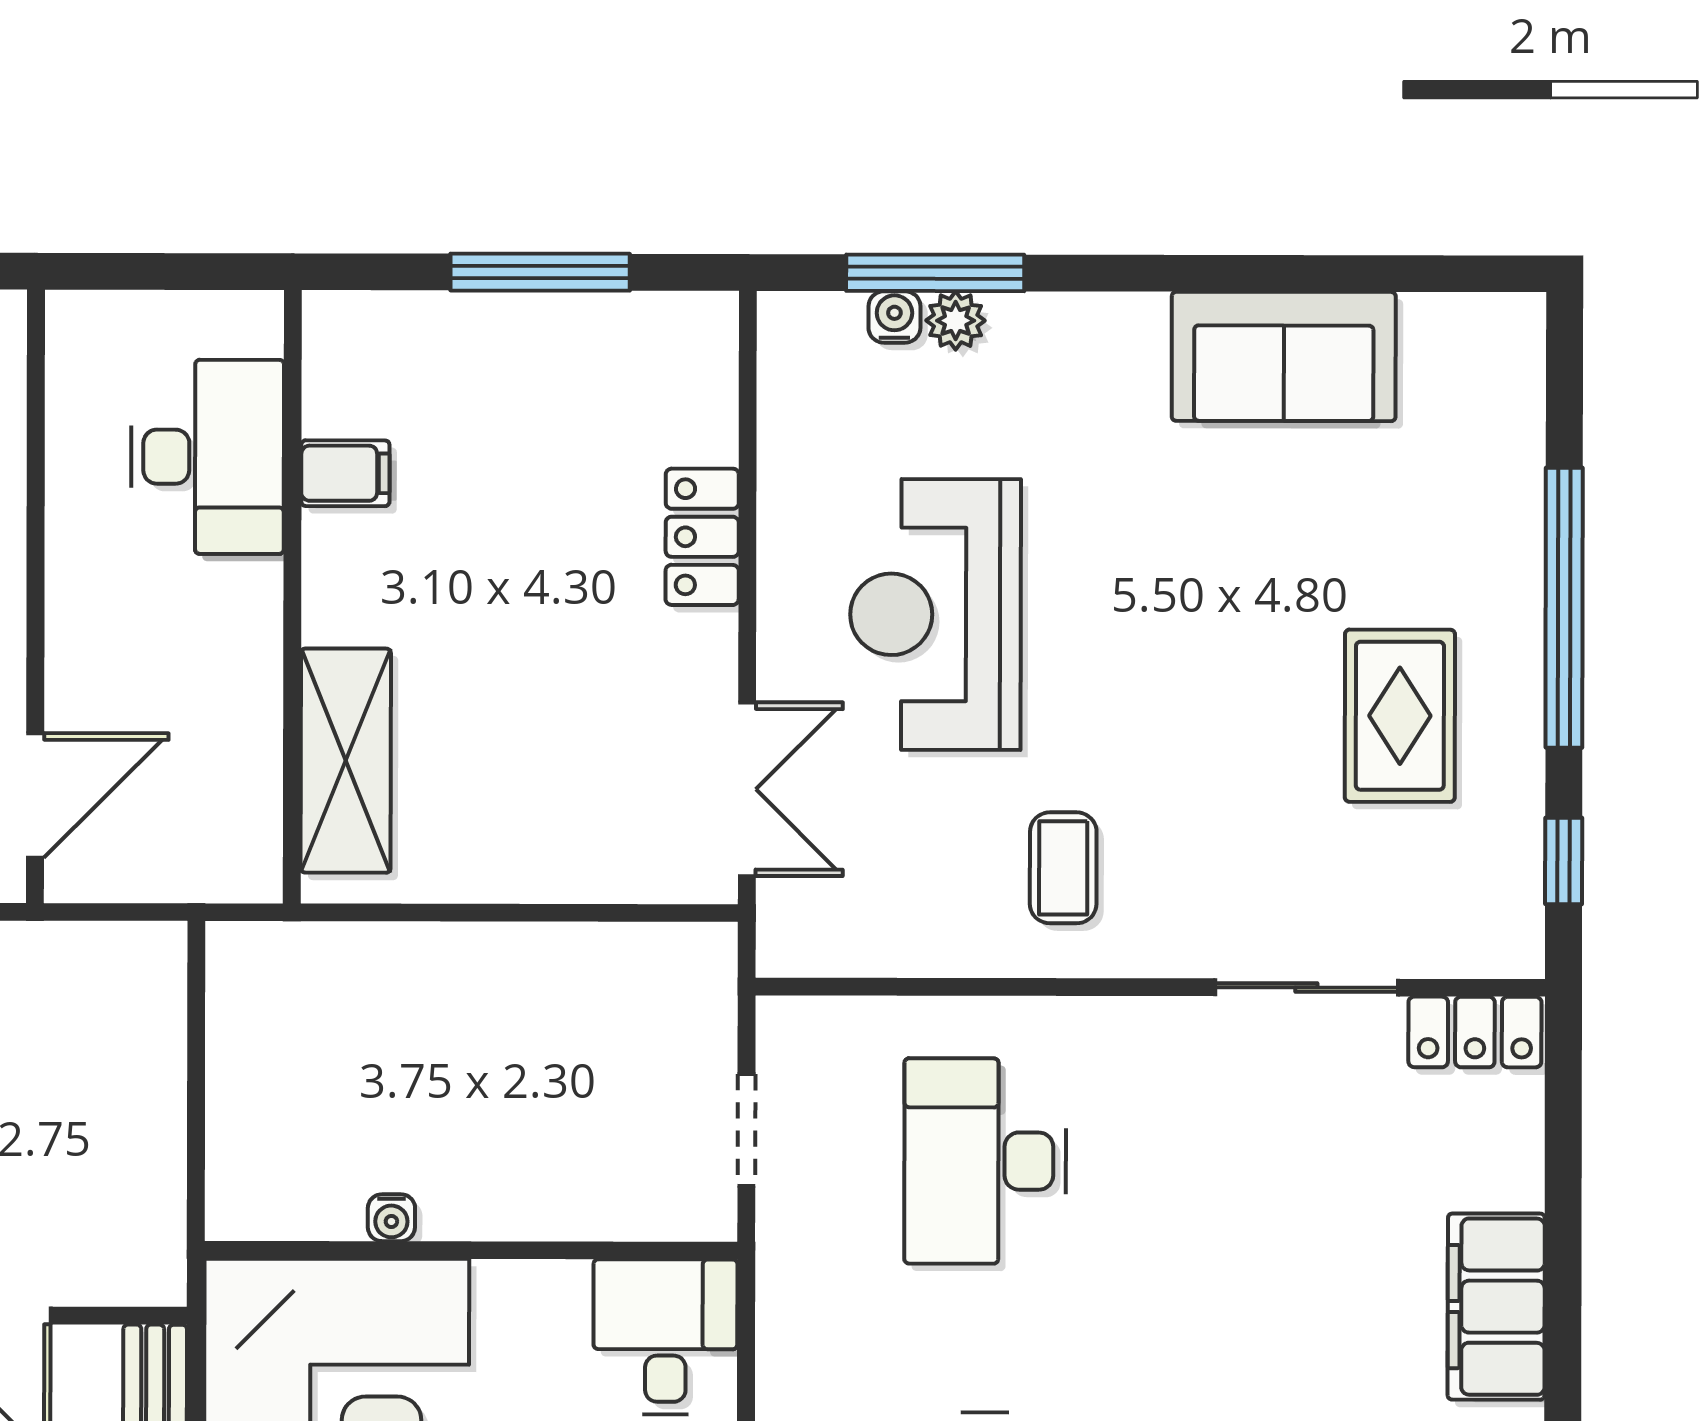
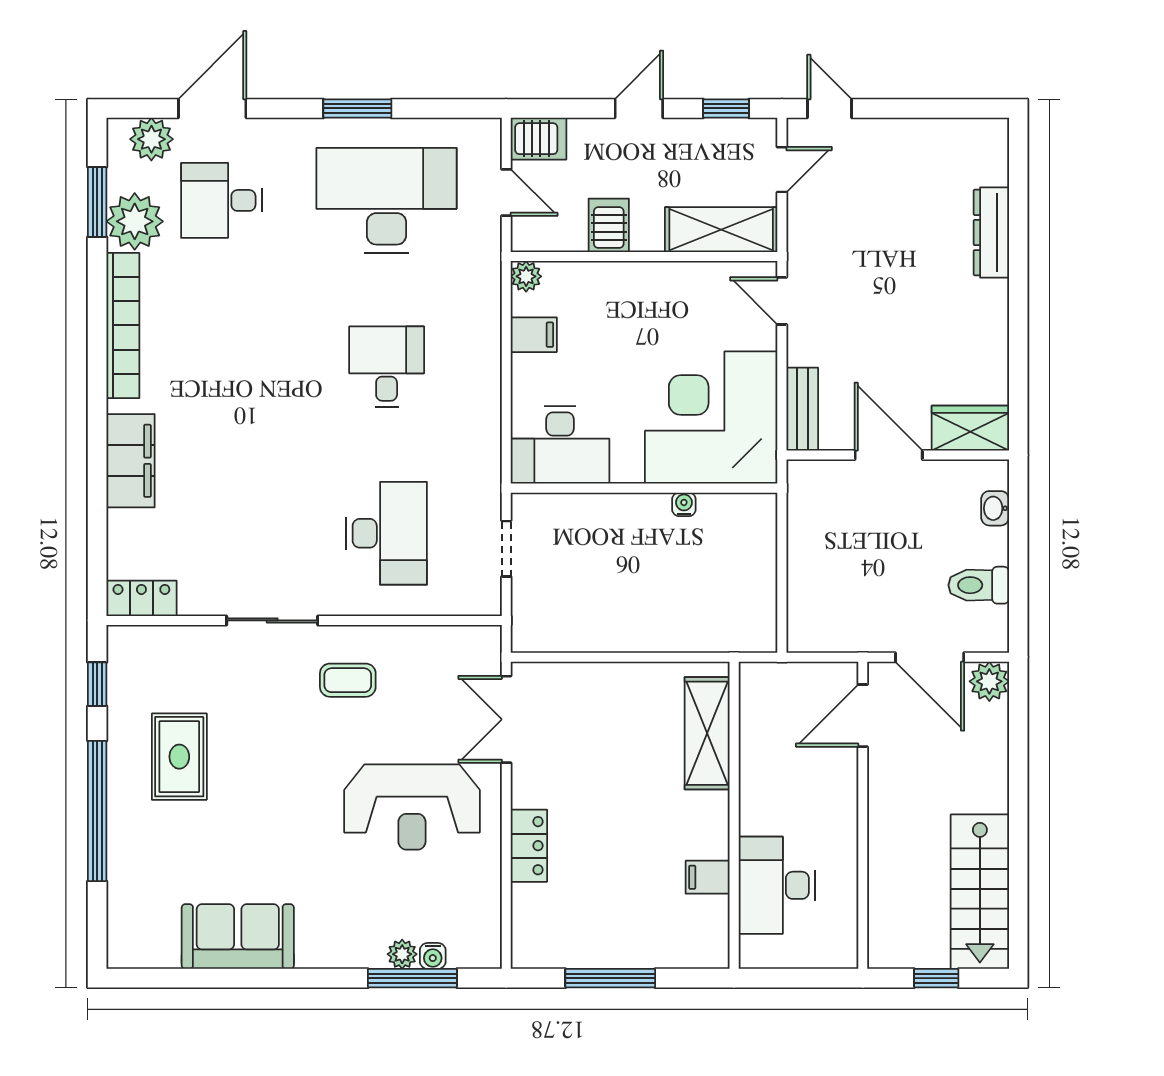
reception desk: (935, 614) -> (412, 807), turned 90
coffee table: (1063, 868) -> (348, 680), turned 90
sliding door: (1306, 987) -> (272, 620), moved
desk: (665, 1337) -> (560, 445), width x1.37

